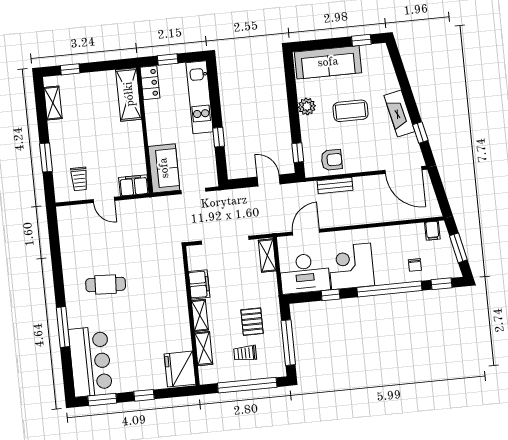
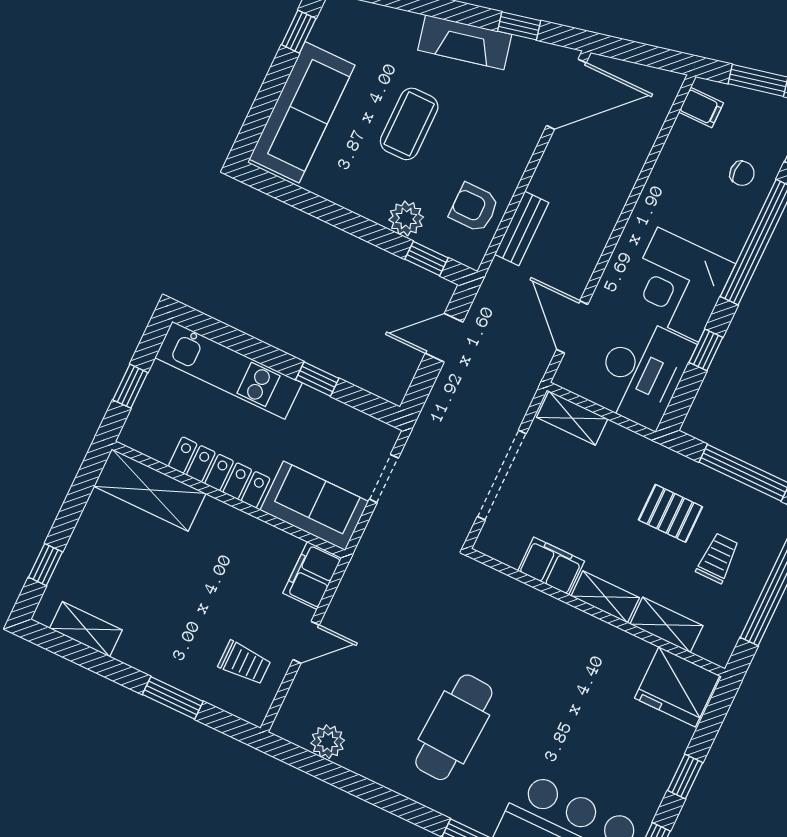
locker: (150, 83) -> (219, 472), moved, width x1.53
plant: (307, 106) -> (406, 219), moved
armchair: (332, 160) -> (474, 208), turned -90
plant: (67, 235) -> (328, 742), added
cafe table: (106, 284) -> (454, 727), width x1.37, depth x1.35
trolley: (245, 353) -> (718, 558), turned 180

